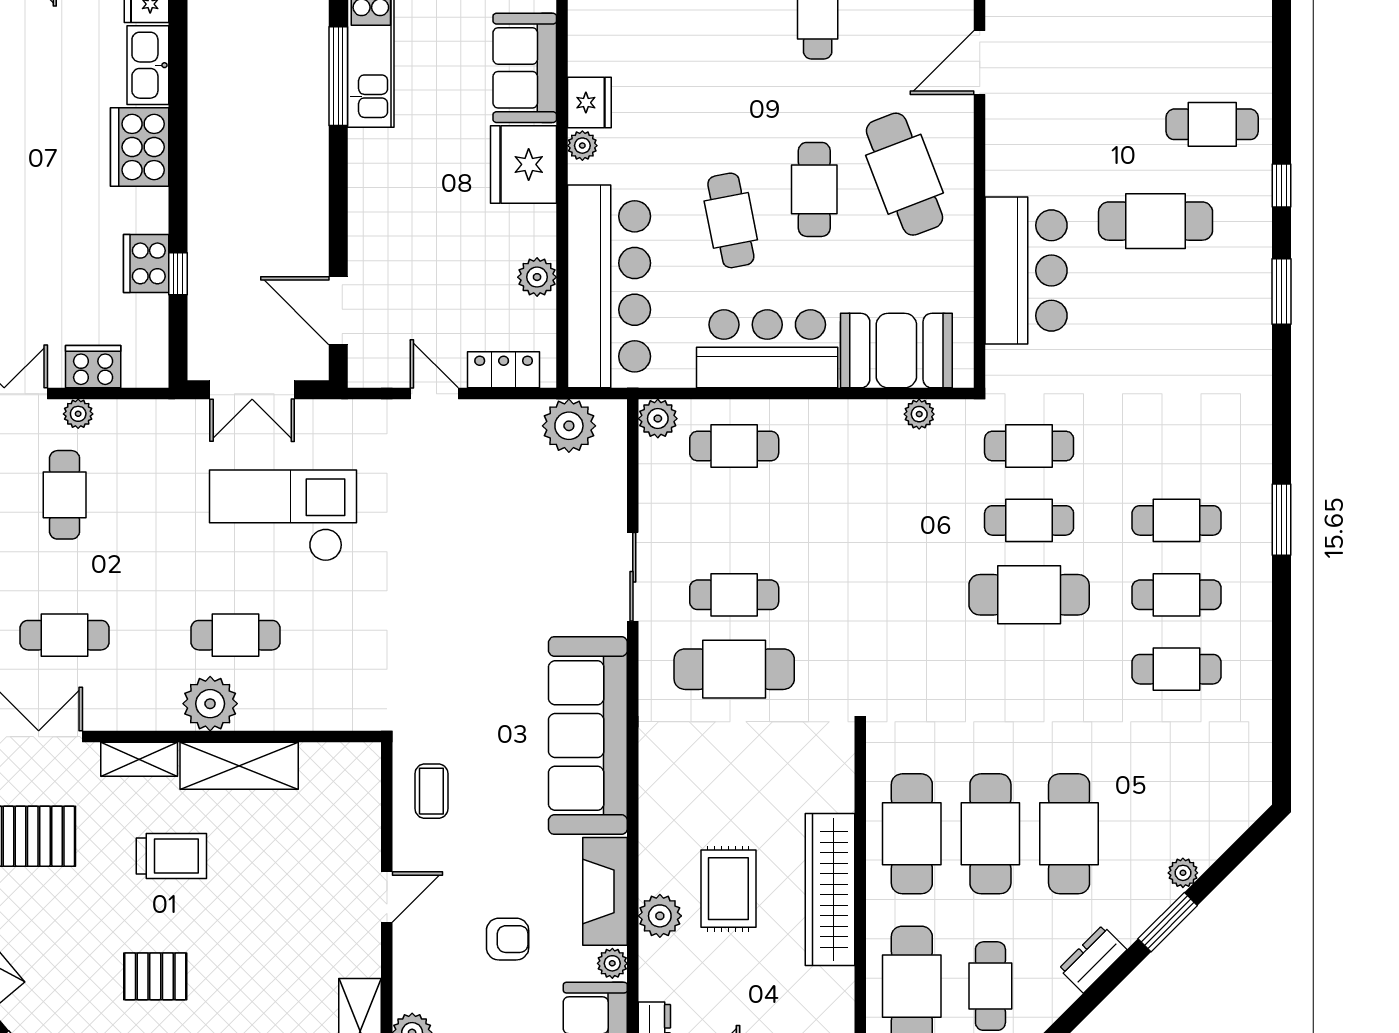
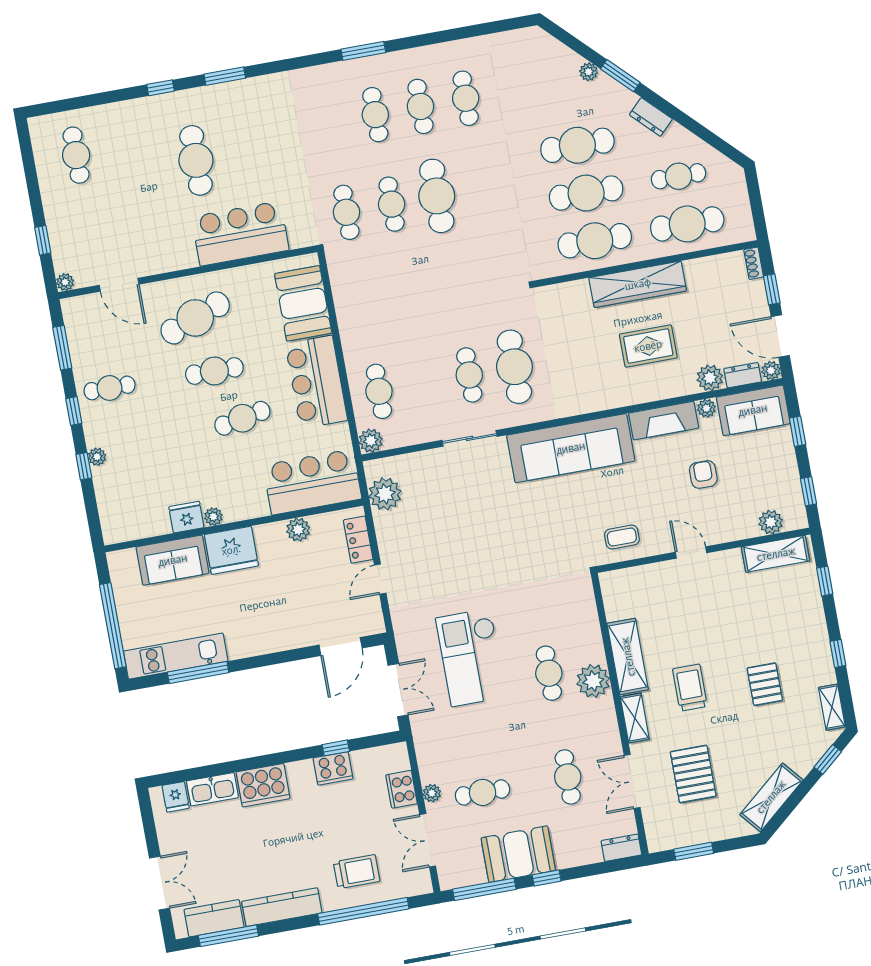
cafe table: (1212, 124) -> (76, 155), moved
bar counter: (609, 286) -> (312, 482), width x0.73
plant: (919, 414) -> (339, 283), removed
plant: (660, 916) -> (710, 378), moved

